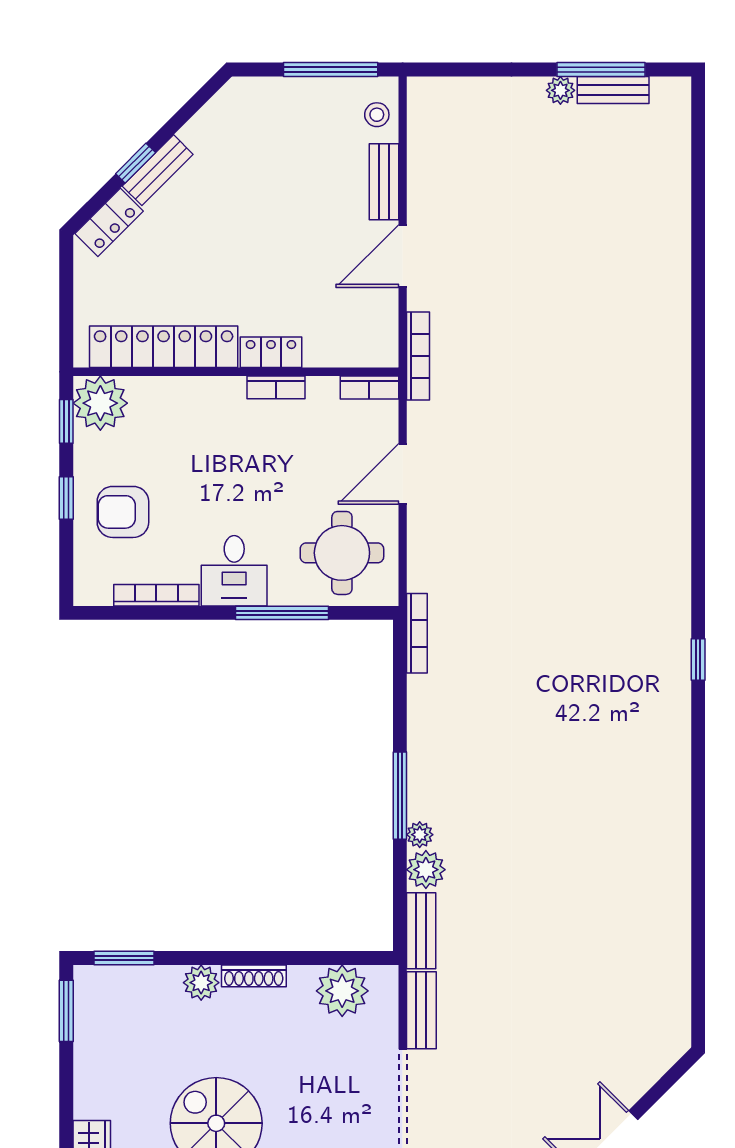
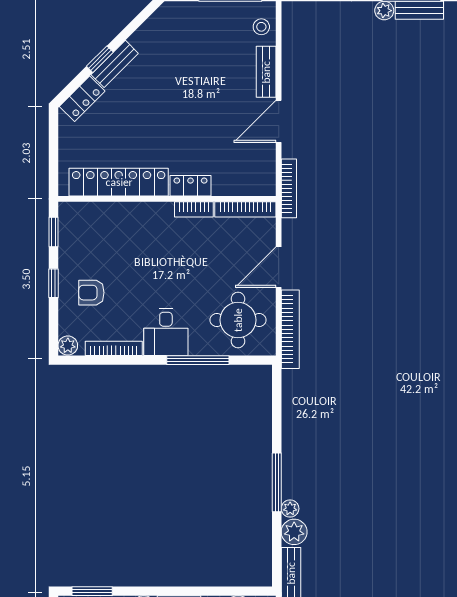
bookcase: (369, 388) -> (245, 209), width x1.56
plant: (100, 403) -> (68, 346), moved, width x0.53, depth x0.53
armchair: (123, 512) -> (91, 293), width x0.72, depth x0.72
bookcase: (417, 633) -> (290, 329), moved, width x1.48, depth x1.31

